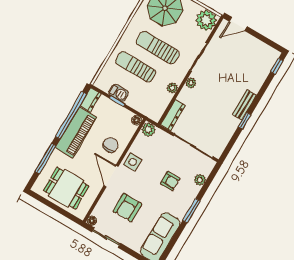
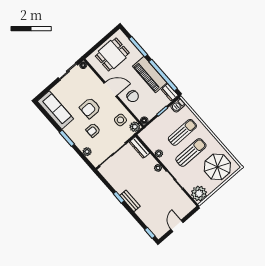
door: (238, 24) -> (177, 226), moved
barbecue: (118, 93) -> (178, 105), moved
side table: (133, 162) -> (120, 120), moved
armchair: (127, 207) -> (90, 108), moved, turned -90

